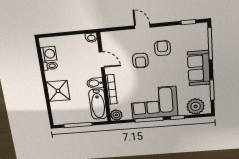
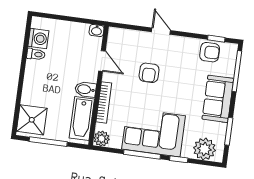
armchair: (162, 48) -> (210, 52), moved, turned 90
shower: (58, 91) -> (32, 120), moved

